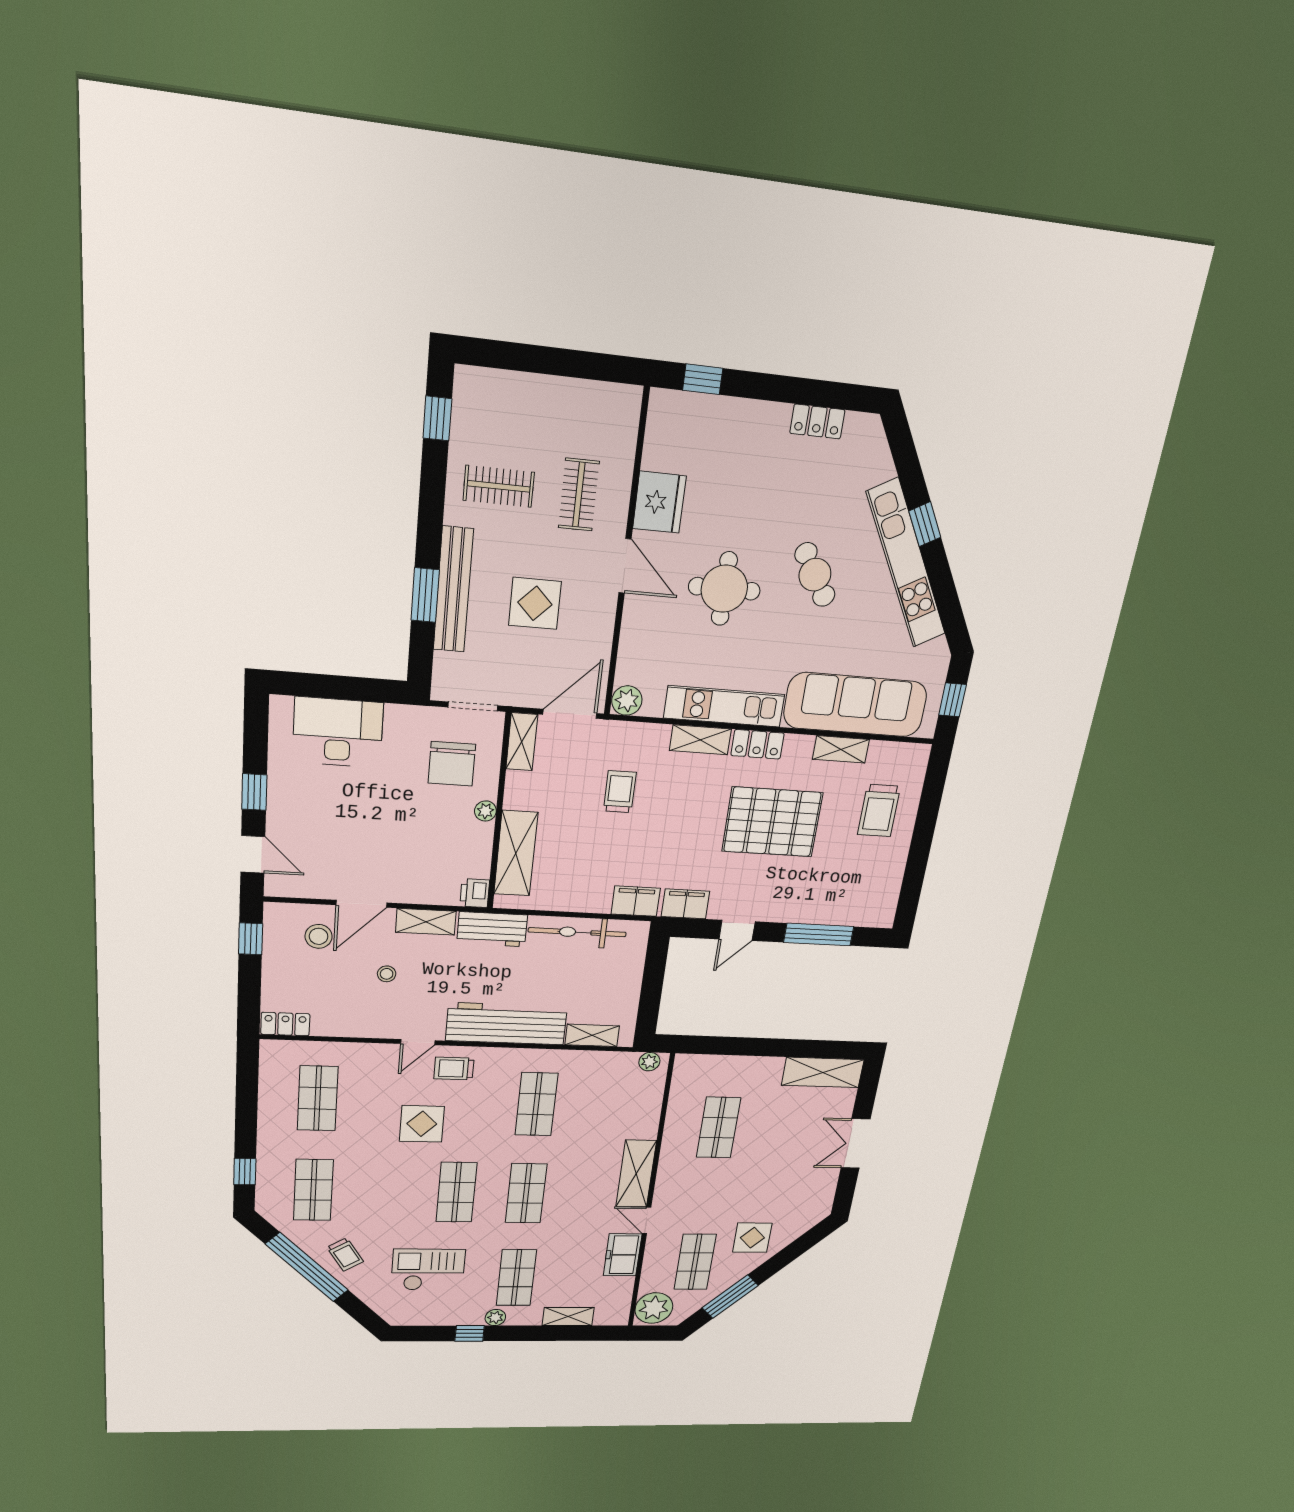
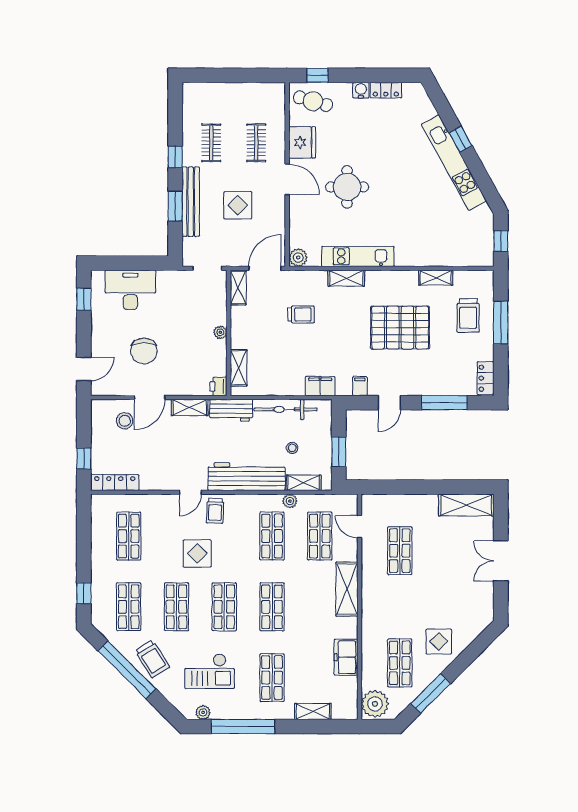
water cooler: (775, 417) -> (361, 90), added
window: (437, 418) -> (175, 157), moved
clothes rail: (499, 486) -> (211, 143), turned 90
cafe table: (815, 575) -> (313, 101), moved, turned -41
sofa: (855, 705) -> (439, 249), removed
locker: (758, 744) -> (486, 378), moved, turned 90
chair: (452, 764) -> (144, 351), moved
window: (254, 792) -> (84, 299), moved
trolley: (620, 792) -> (301, 314), turned 90
window: (925, 824) -> (501, 323), added
shelving: (516, 853) -> (239, 368), width x0.67, depth x0.75
door: (253, 854) -> (84, 369), hinge flipped
filing cabinet: (685, 904) -> (360, 386), width x0.50
window: (251, 939) -> (84, 459), moved
stool: (387, 974) -> (292, 448), moved
window: (651, 995) -> (339, 452), added
locker: (285, 1024) -> (115, 483), width x1.53
plant: (649, 1062) -> (290, 501), moved
trolley: (454, 1069) -> (215, 511), turned -88
shop shelf: (607, 1106) -> (320, 536), added
shop shelf: (385, 1191) -> (176, 607), added
door: (647, 1220) -> (359, 527), moved
trolley: (345, 1254) -> (152, 659), width x1.36, depth x1.39
checkout: (428, 1270) -> (210, 671), turned 180
plant: (495, 1317) -> (203, 712), moved
window: (470, 1333) -> (243, 727), width x3.17

